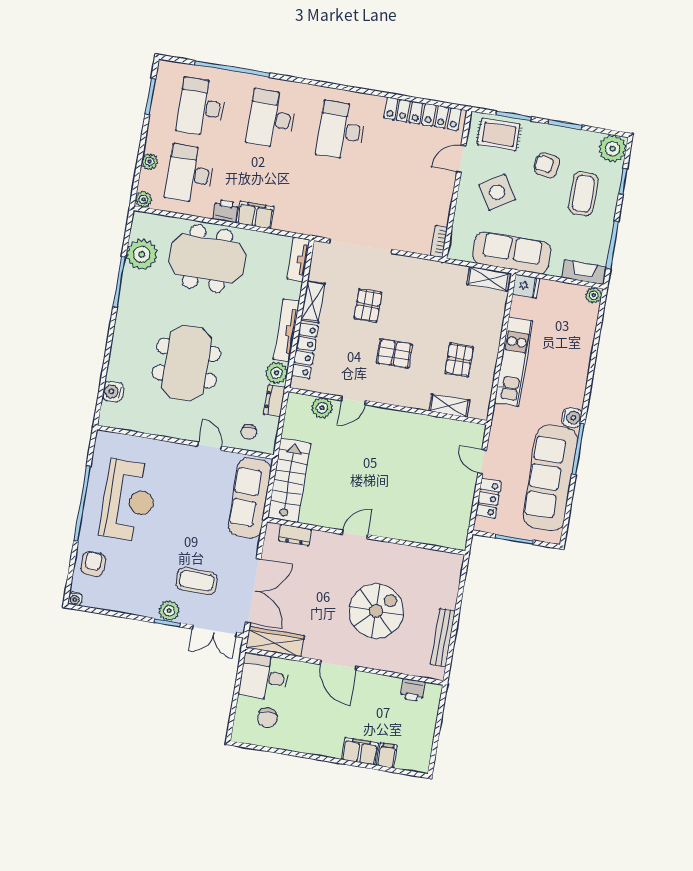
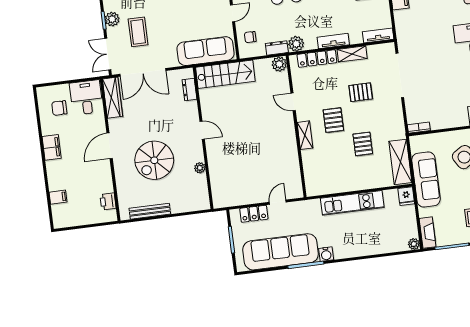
shelving: (488, 279) -> (400, 162), width x1.50, depth x1.33
tv unit: (286, 331) -> (333, 41), width x0.71
pallet: (459, 360) -> (363, 144), moved, turned 90
shelving: (449, 406) -> (305, 135), moved
plant: (322, 408) -> (279, 64), moved
plant: (405, 553) -> (200, 168), added
spiral stairs: (376, 611) -> (154, 160), turned 90
filing cabinet: (360, 751) -> (52, 147), moved

